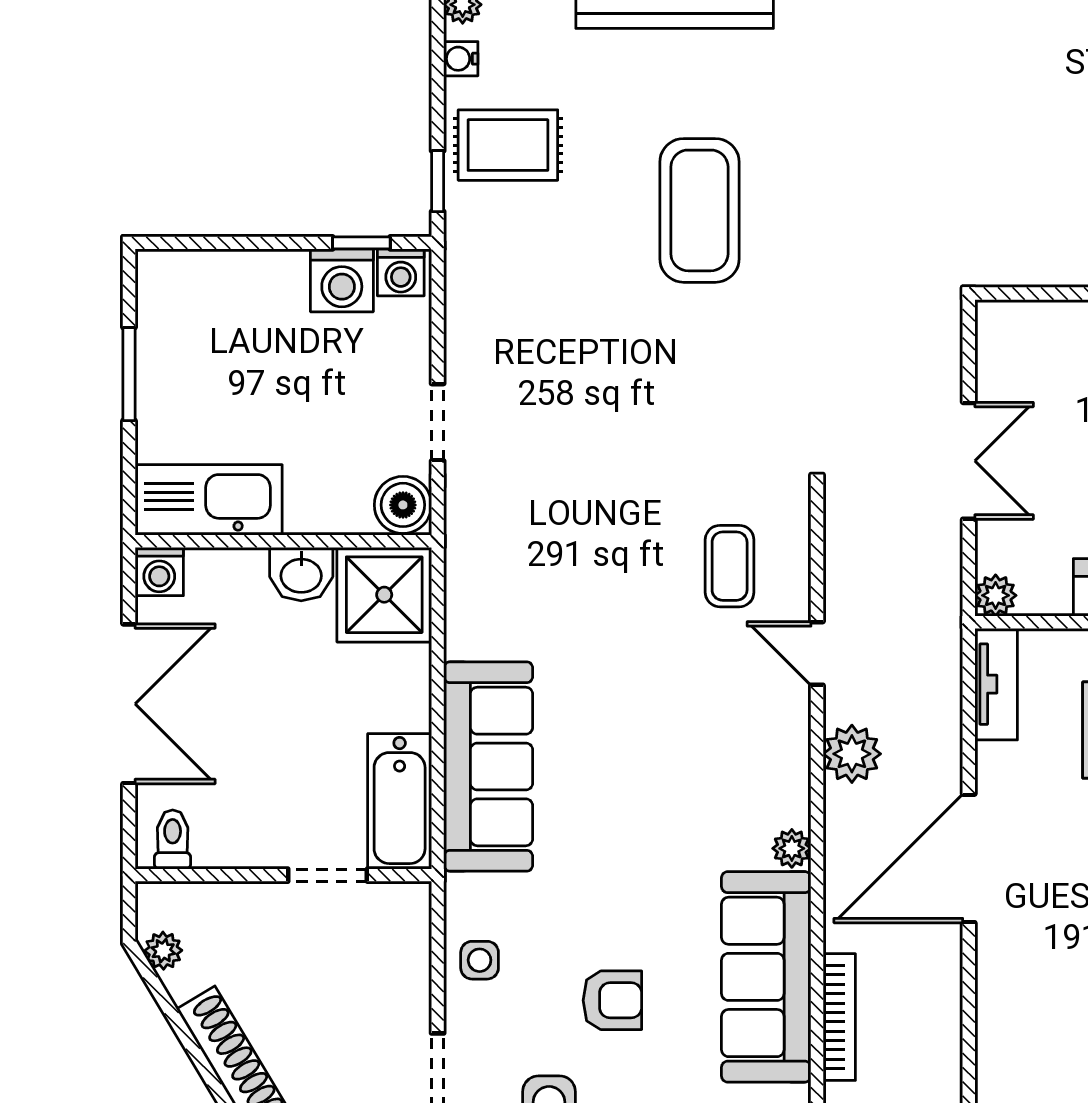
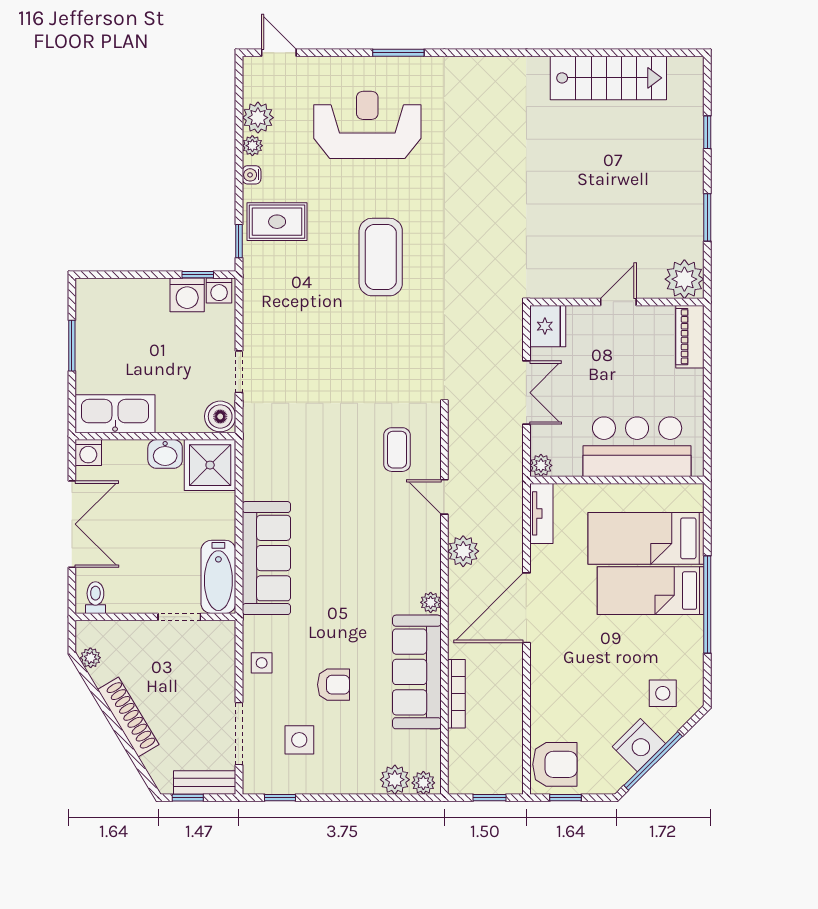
fridge: (1008, 338) -> (548, 326), added

